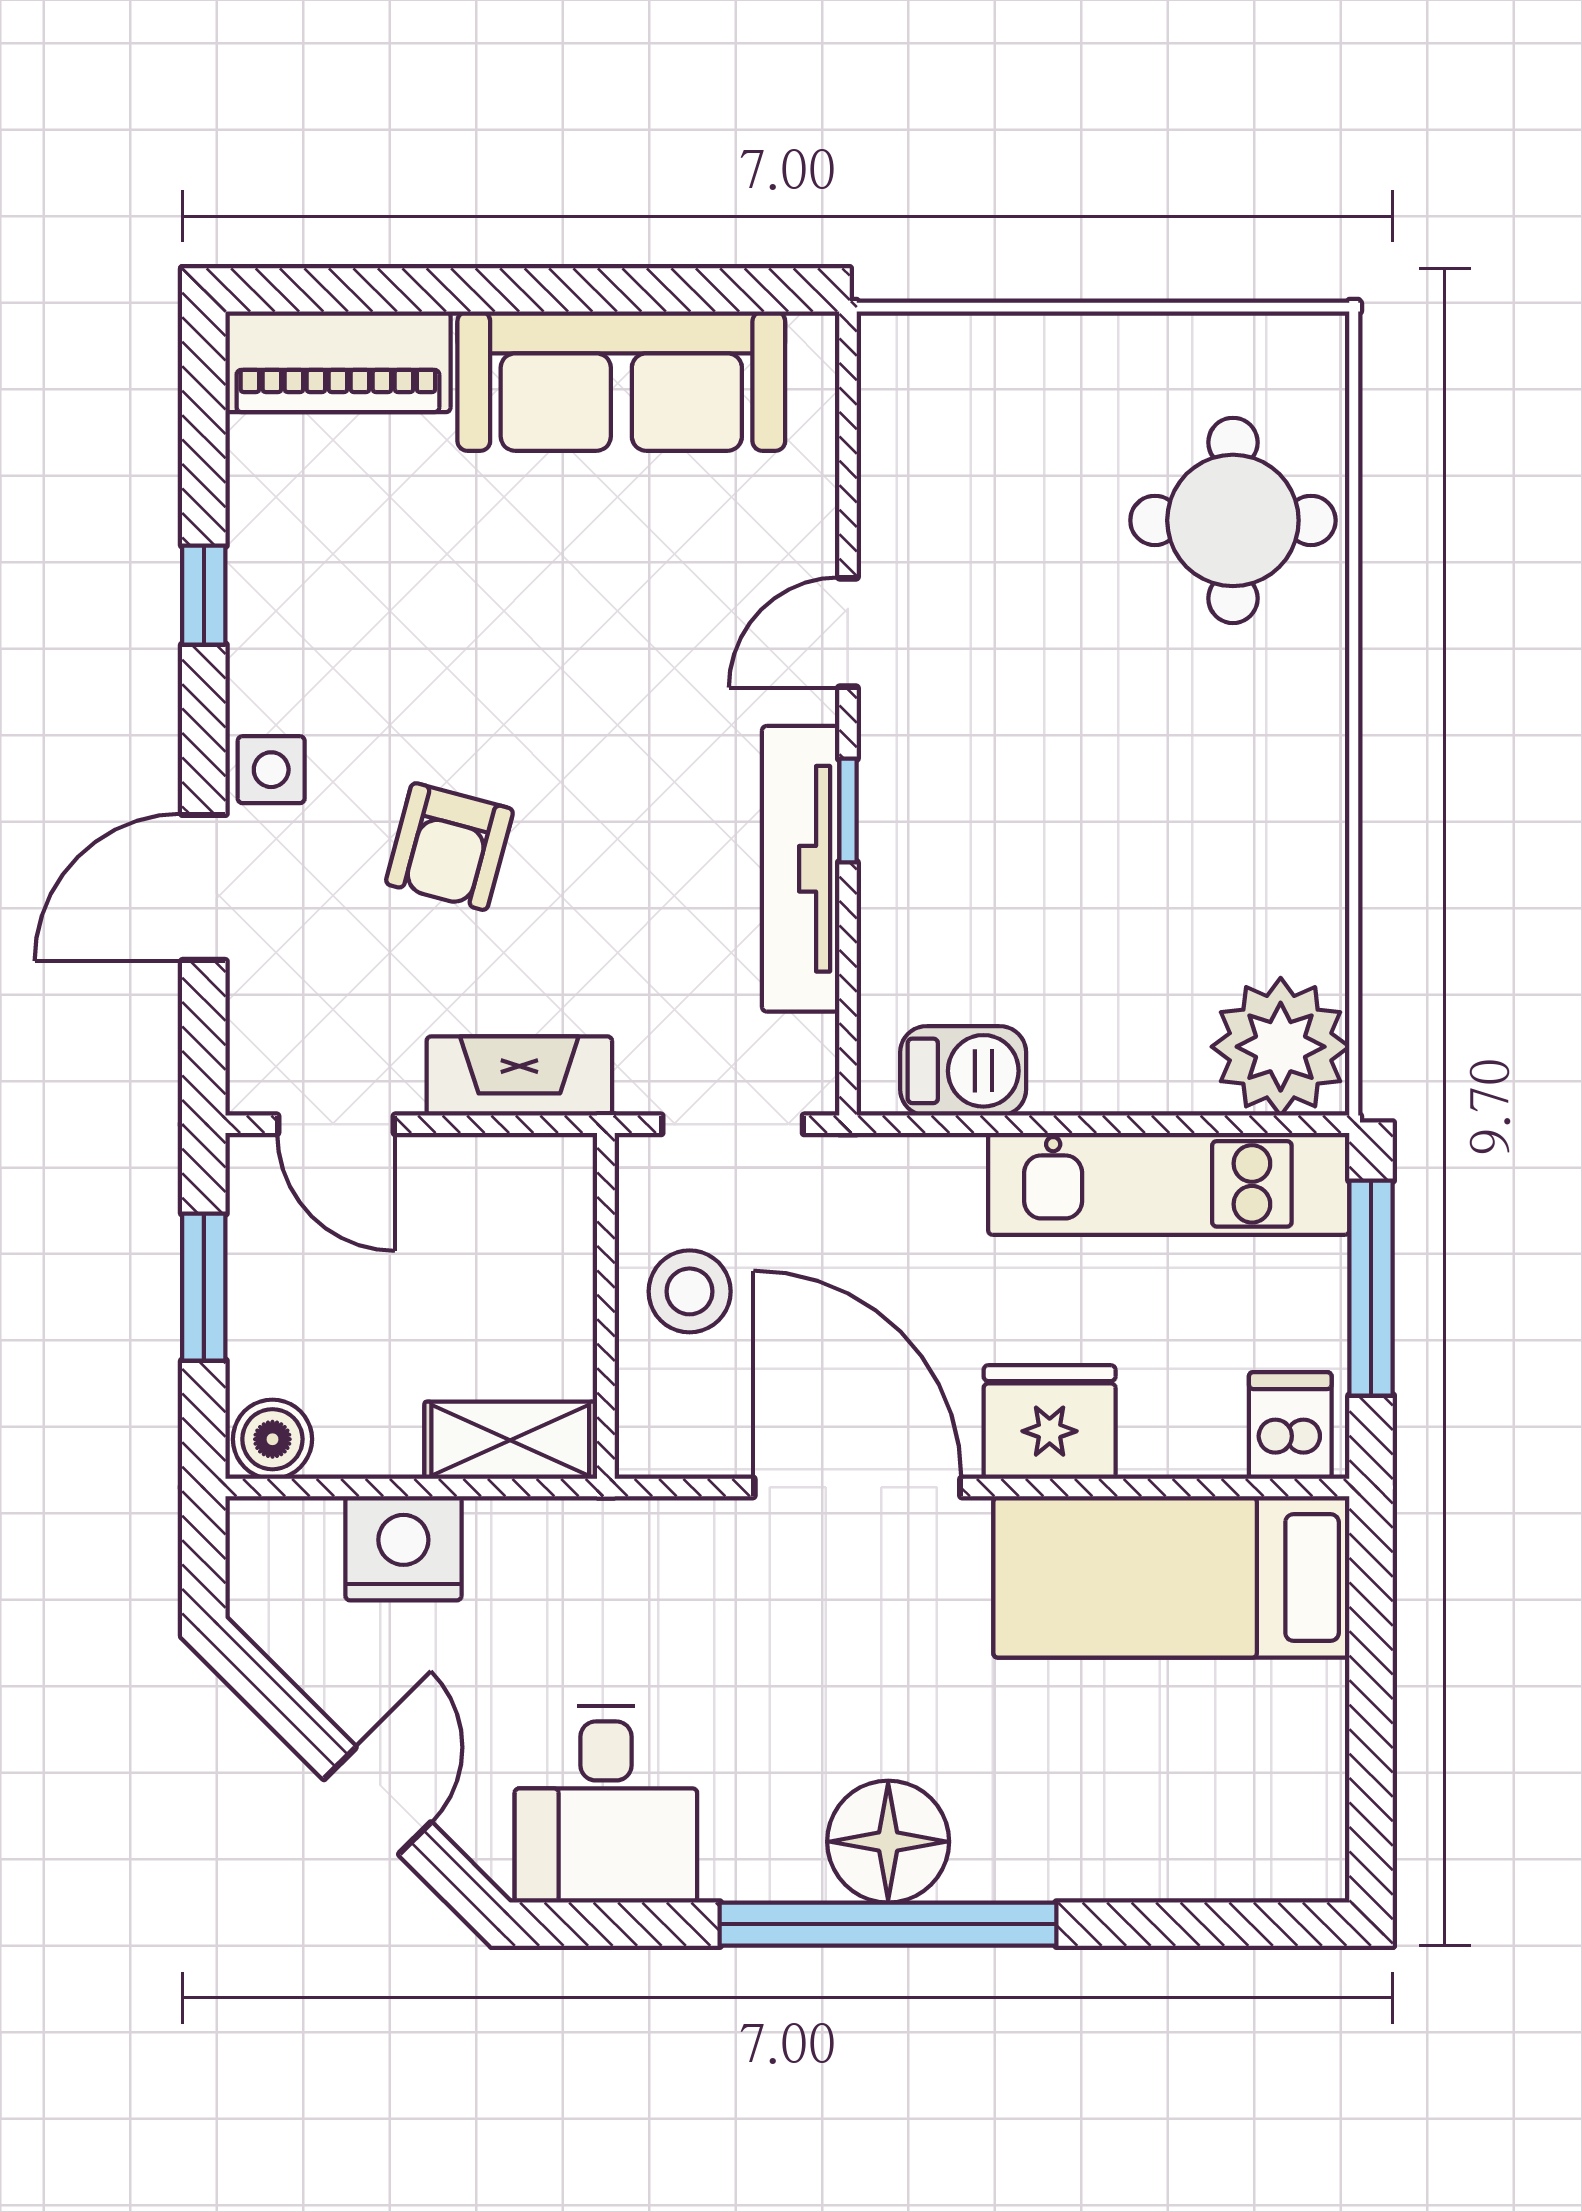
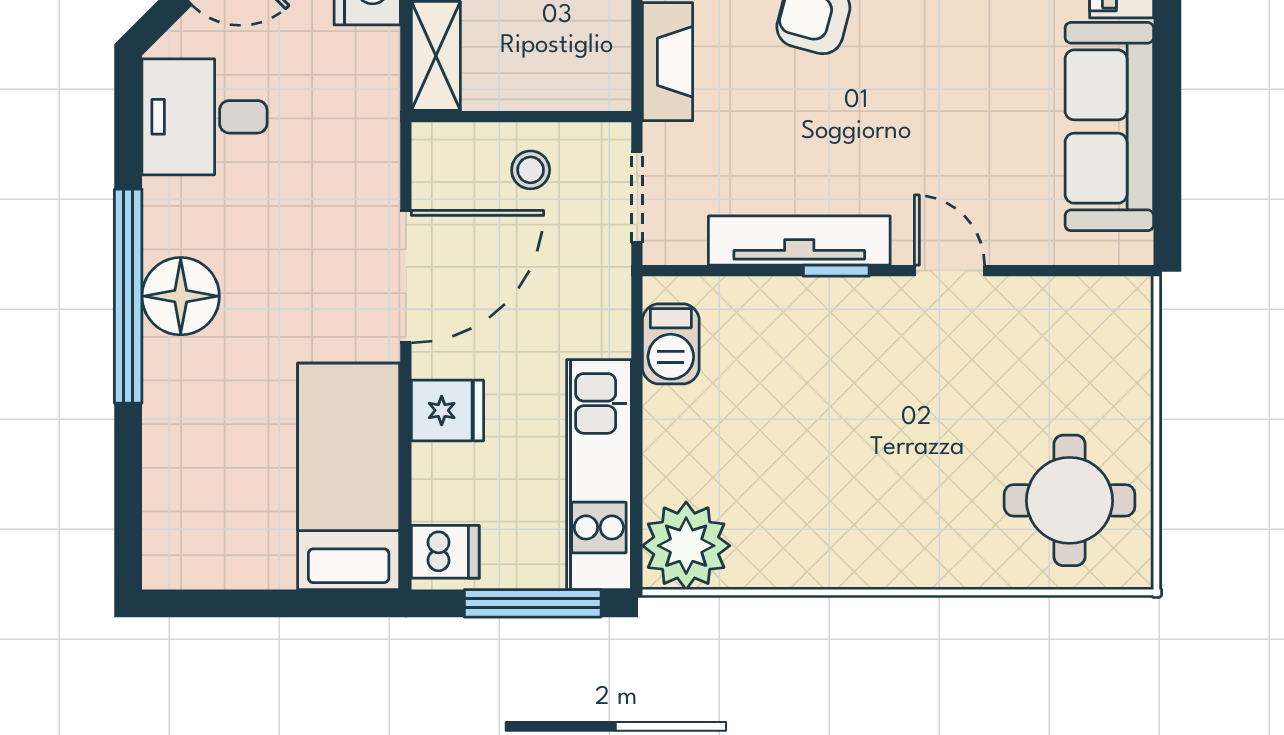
round table: (1233, 520) -> (1070, 500), moved
stool: (690, 1291) -> (531, 170), width x0.73, depth x0.73
fridge: (1050, 1422) -> (447, 410), width x0.72

